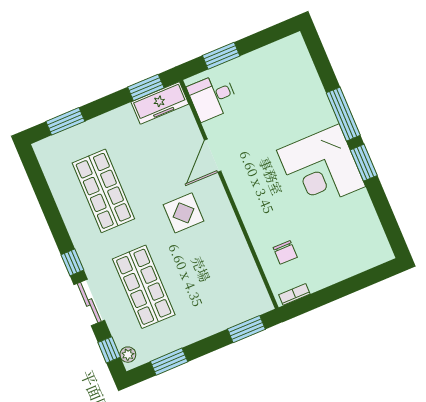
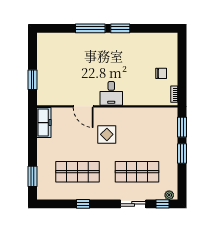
window: (146, 87) -> (32, 126), removed
desk: (213, 97) -> (111, 93), moved
corner desk: (321, 168) -> (114, 52), removed
chair: (285, 252) -> (161, 73), moved
window: (72, 262) -> (83, 204), moved
window: (169, 362) -> (182, 153), moved

